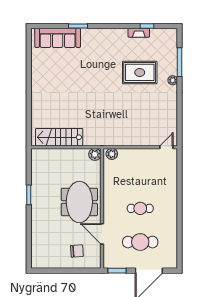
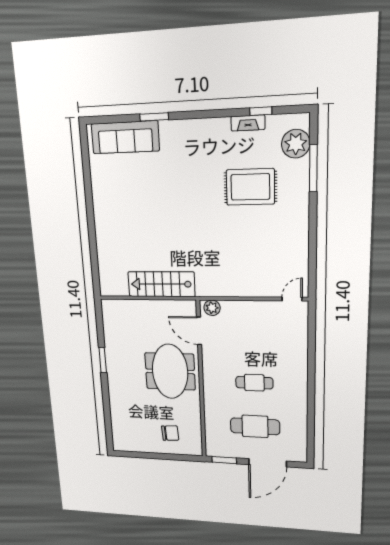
plant: (173, 80) -> (296, 144), moved, width x1.88, depth x1.88
stairs: (59, 137) -> (161, 284), moved
plant: (95, 154) -> (188, 308), removed
door: (102, 234) -> (199, 331), moved

